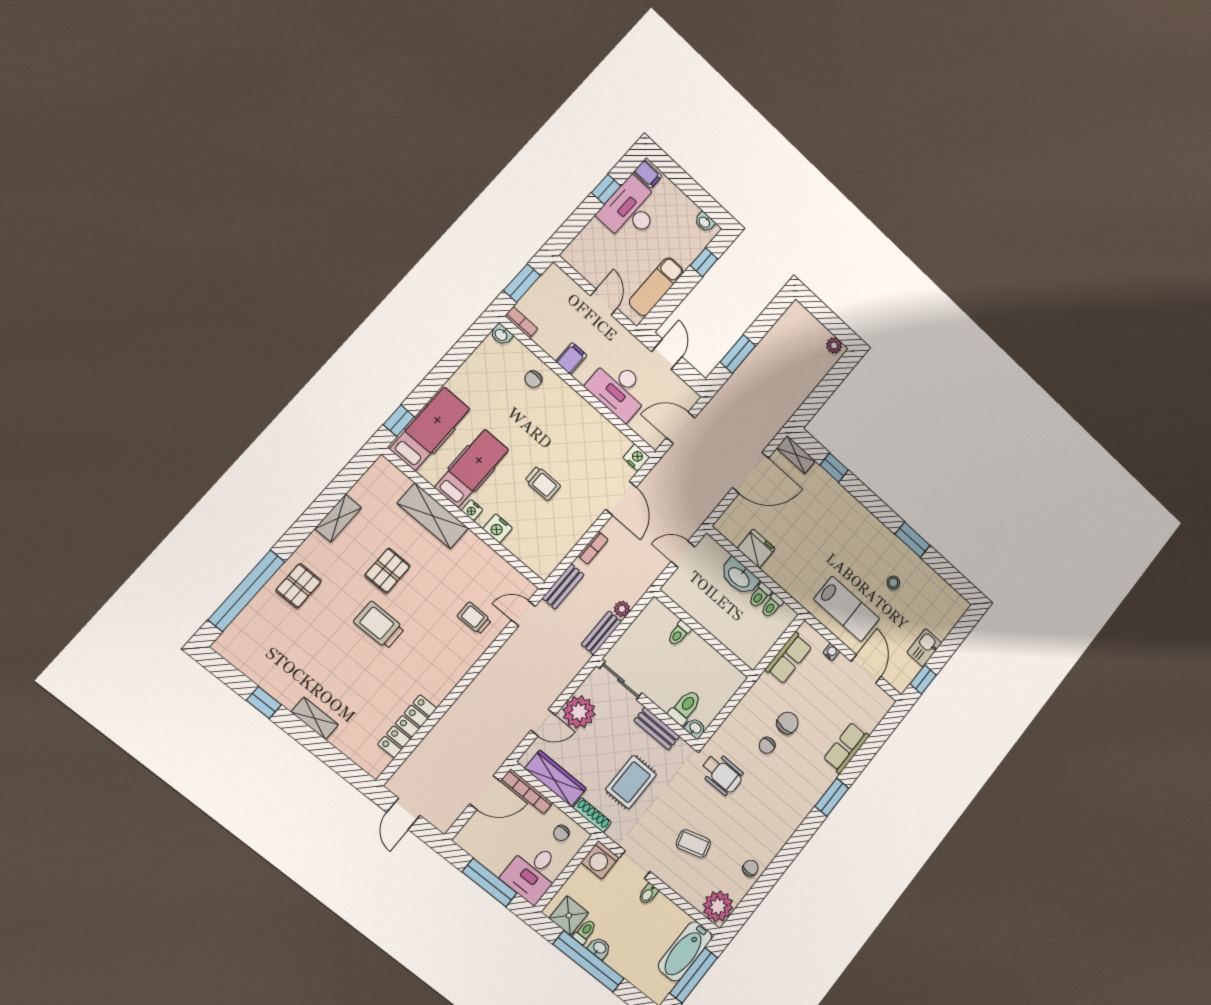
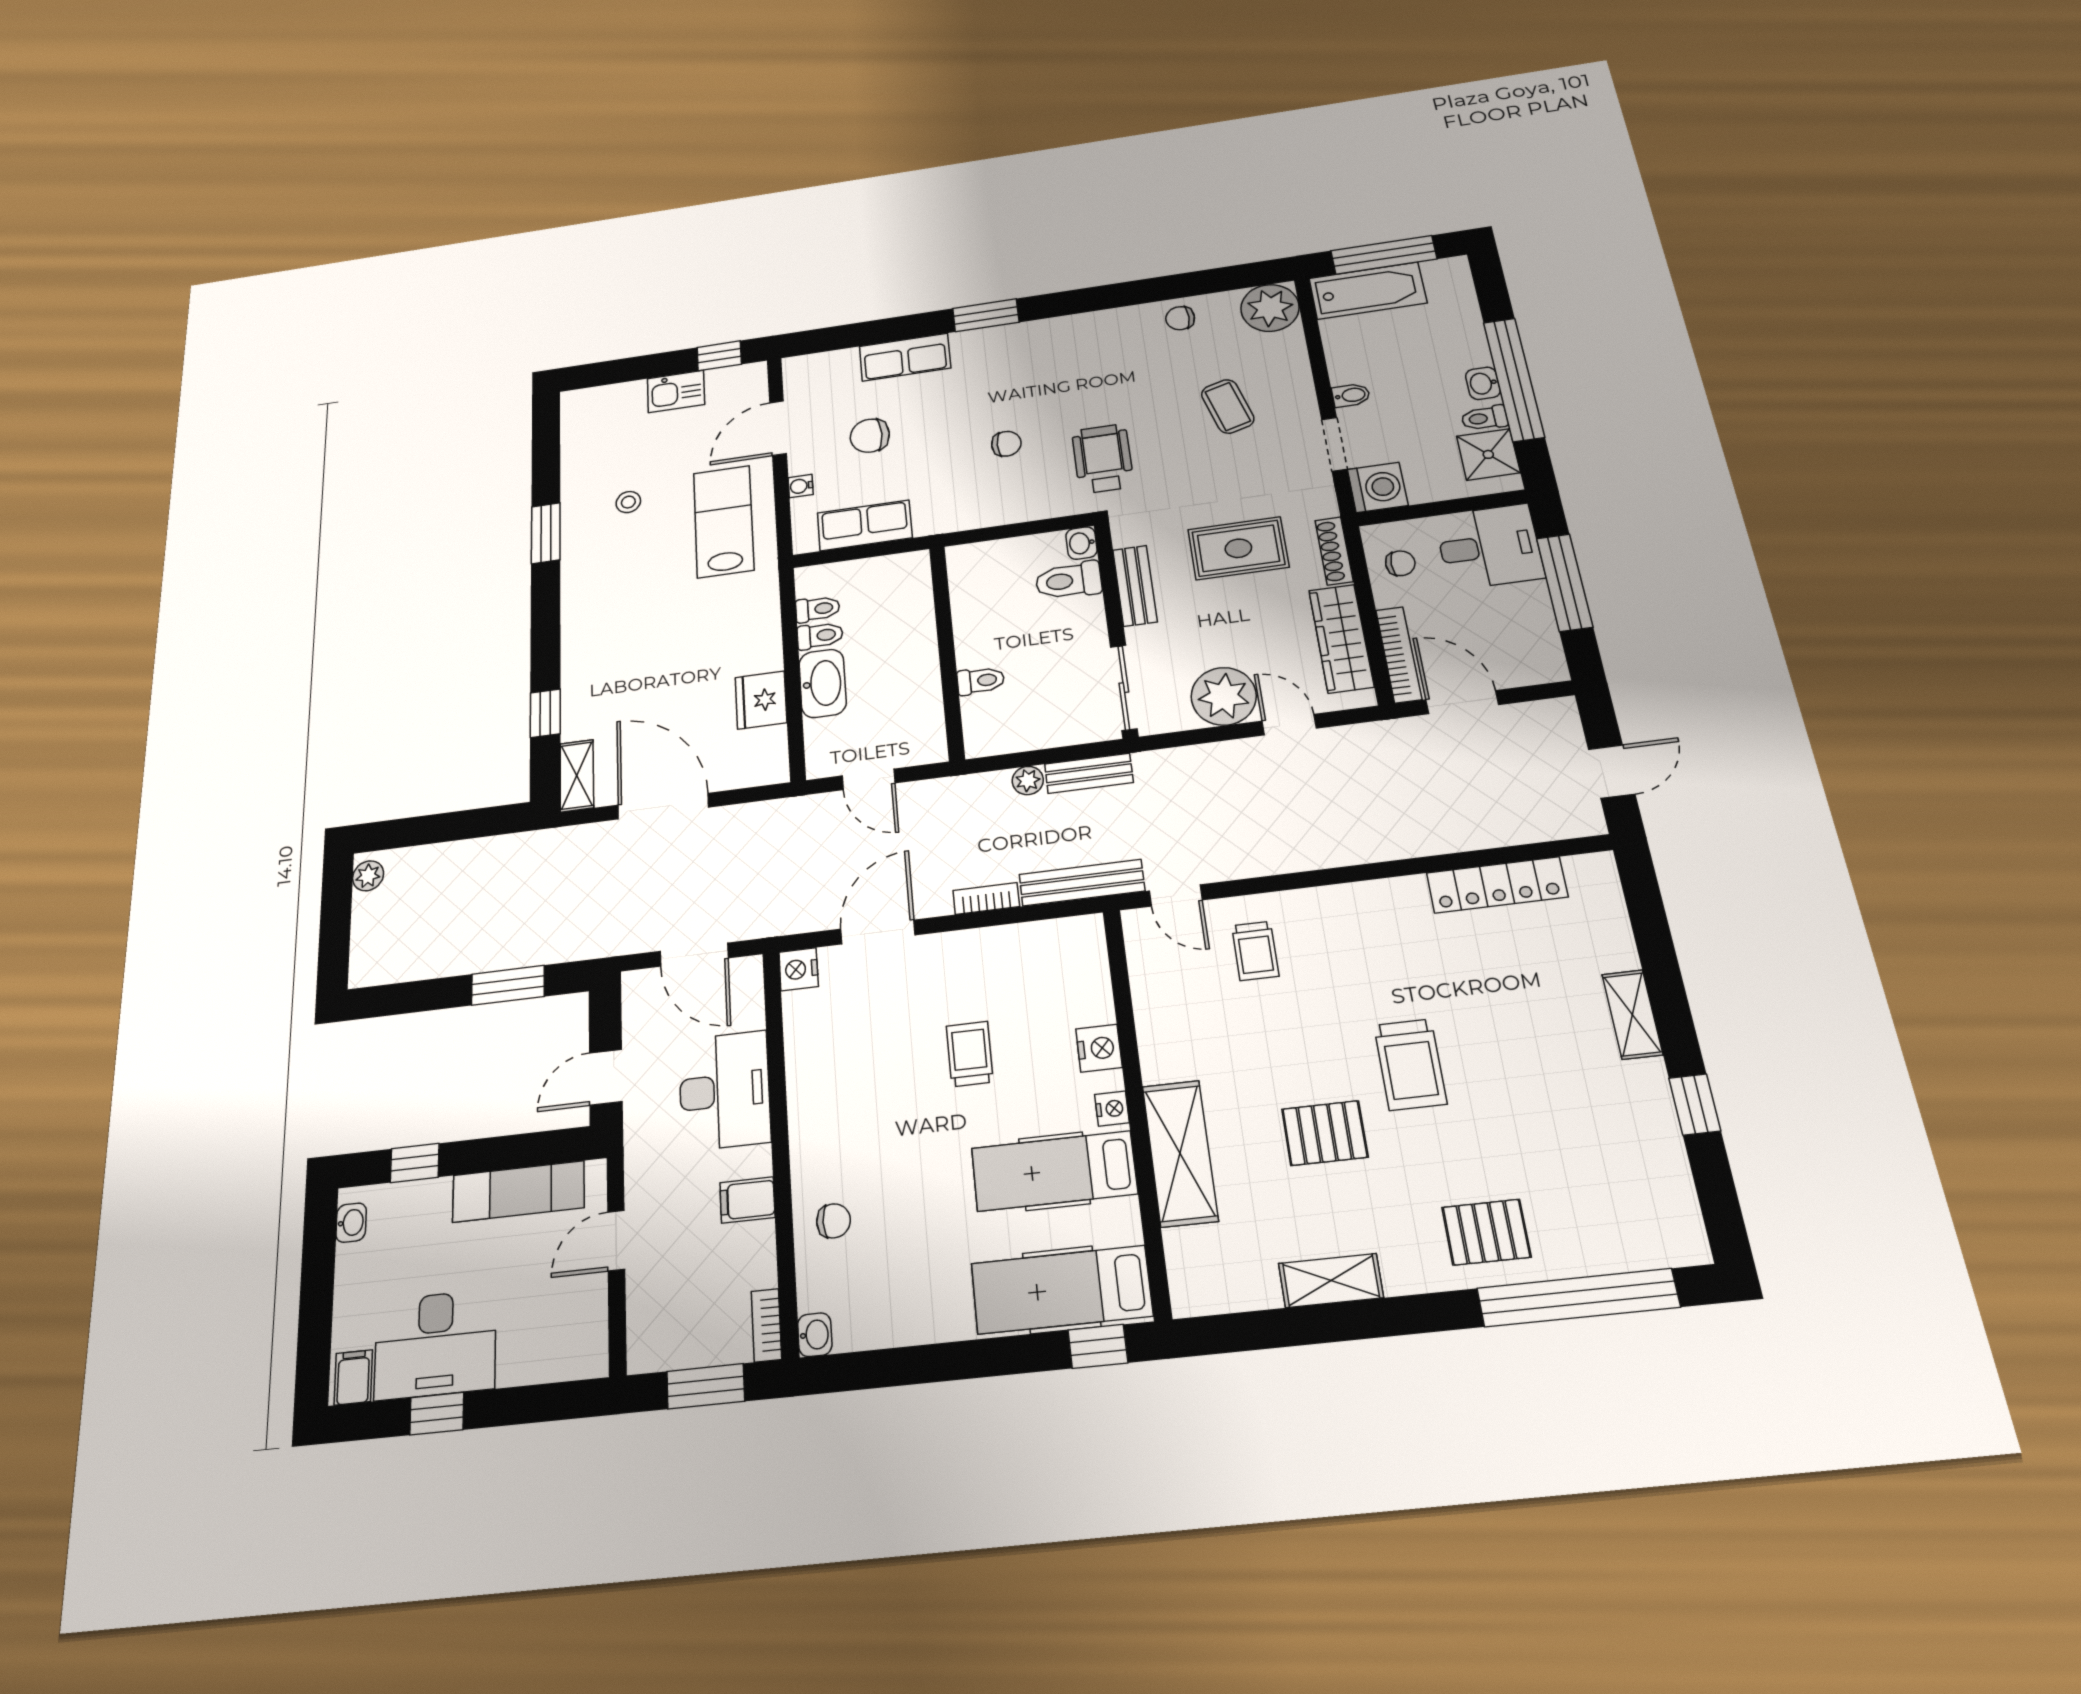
bench: (563, 586) -> (1082, 883), width x1.36
chair: (788, 723) -> (870, 436), moved

